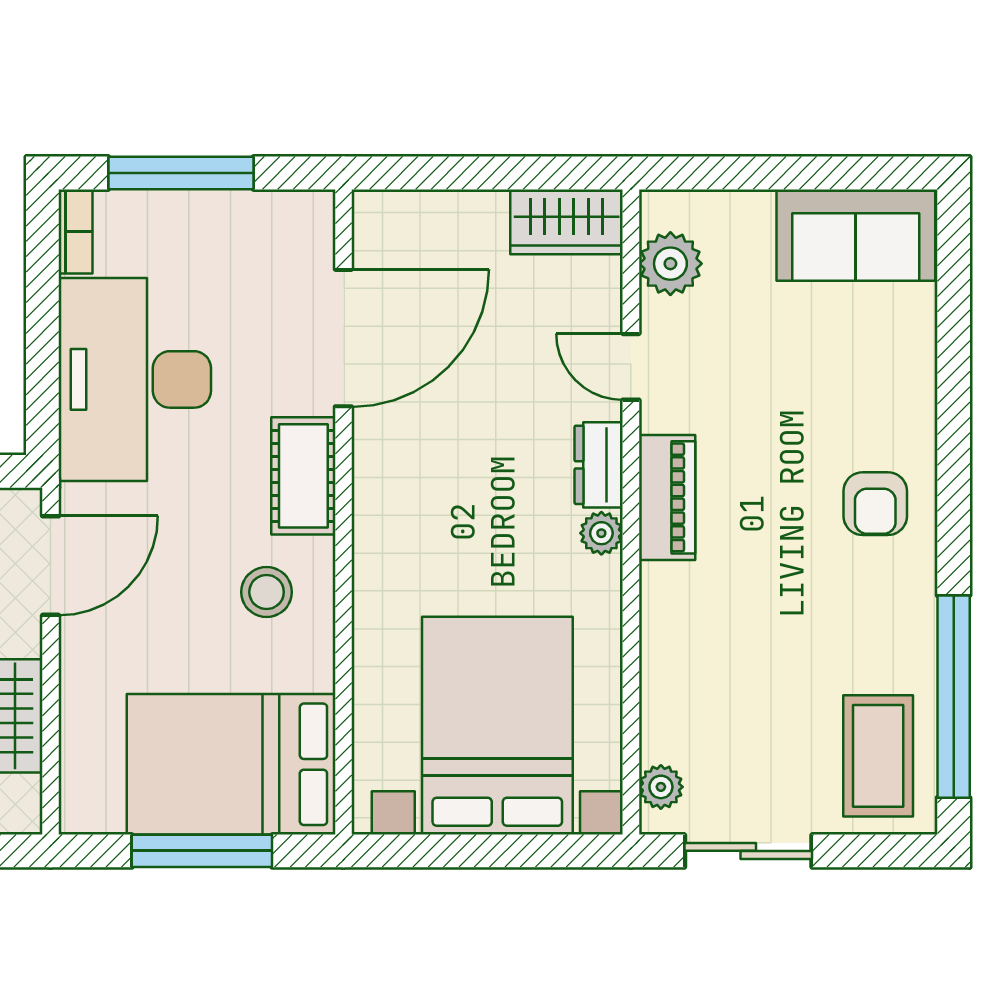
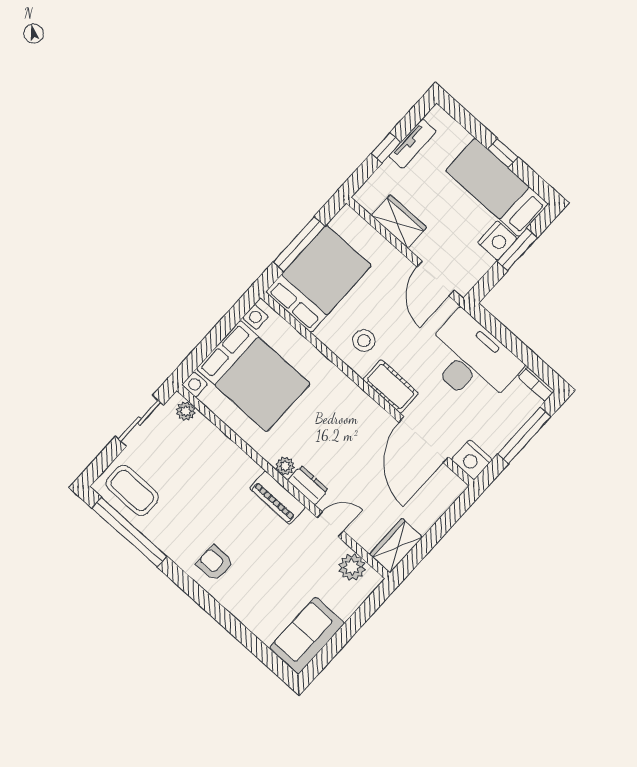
nightstand: (303, 225) -> (472, 460), added

